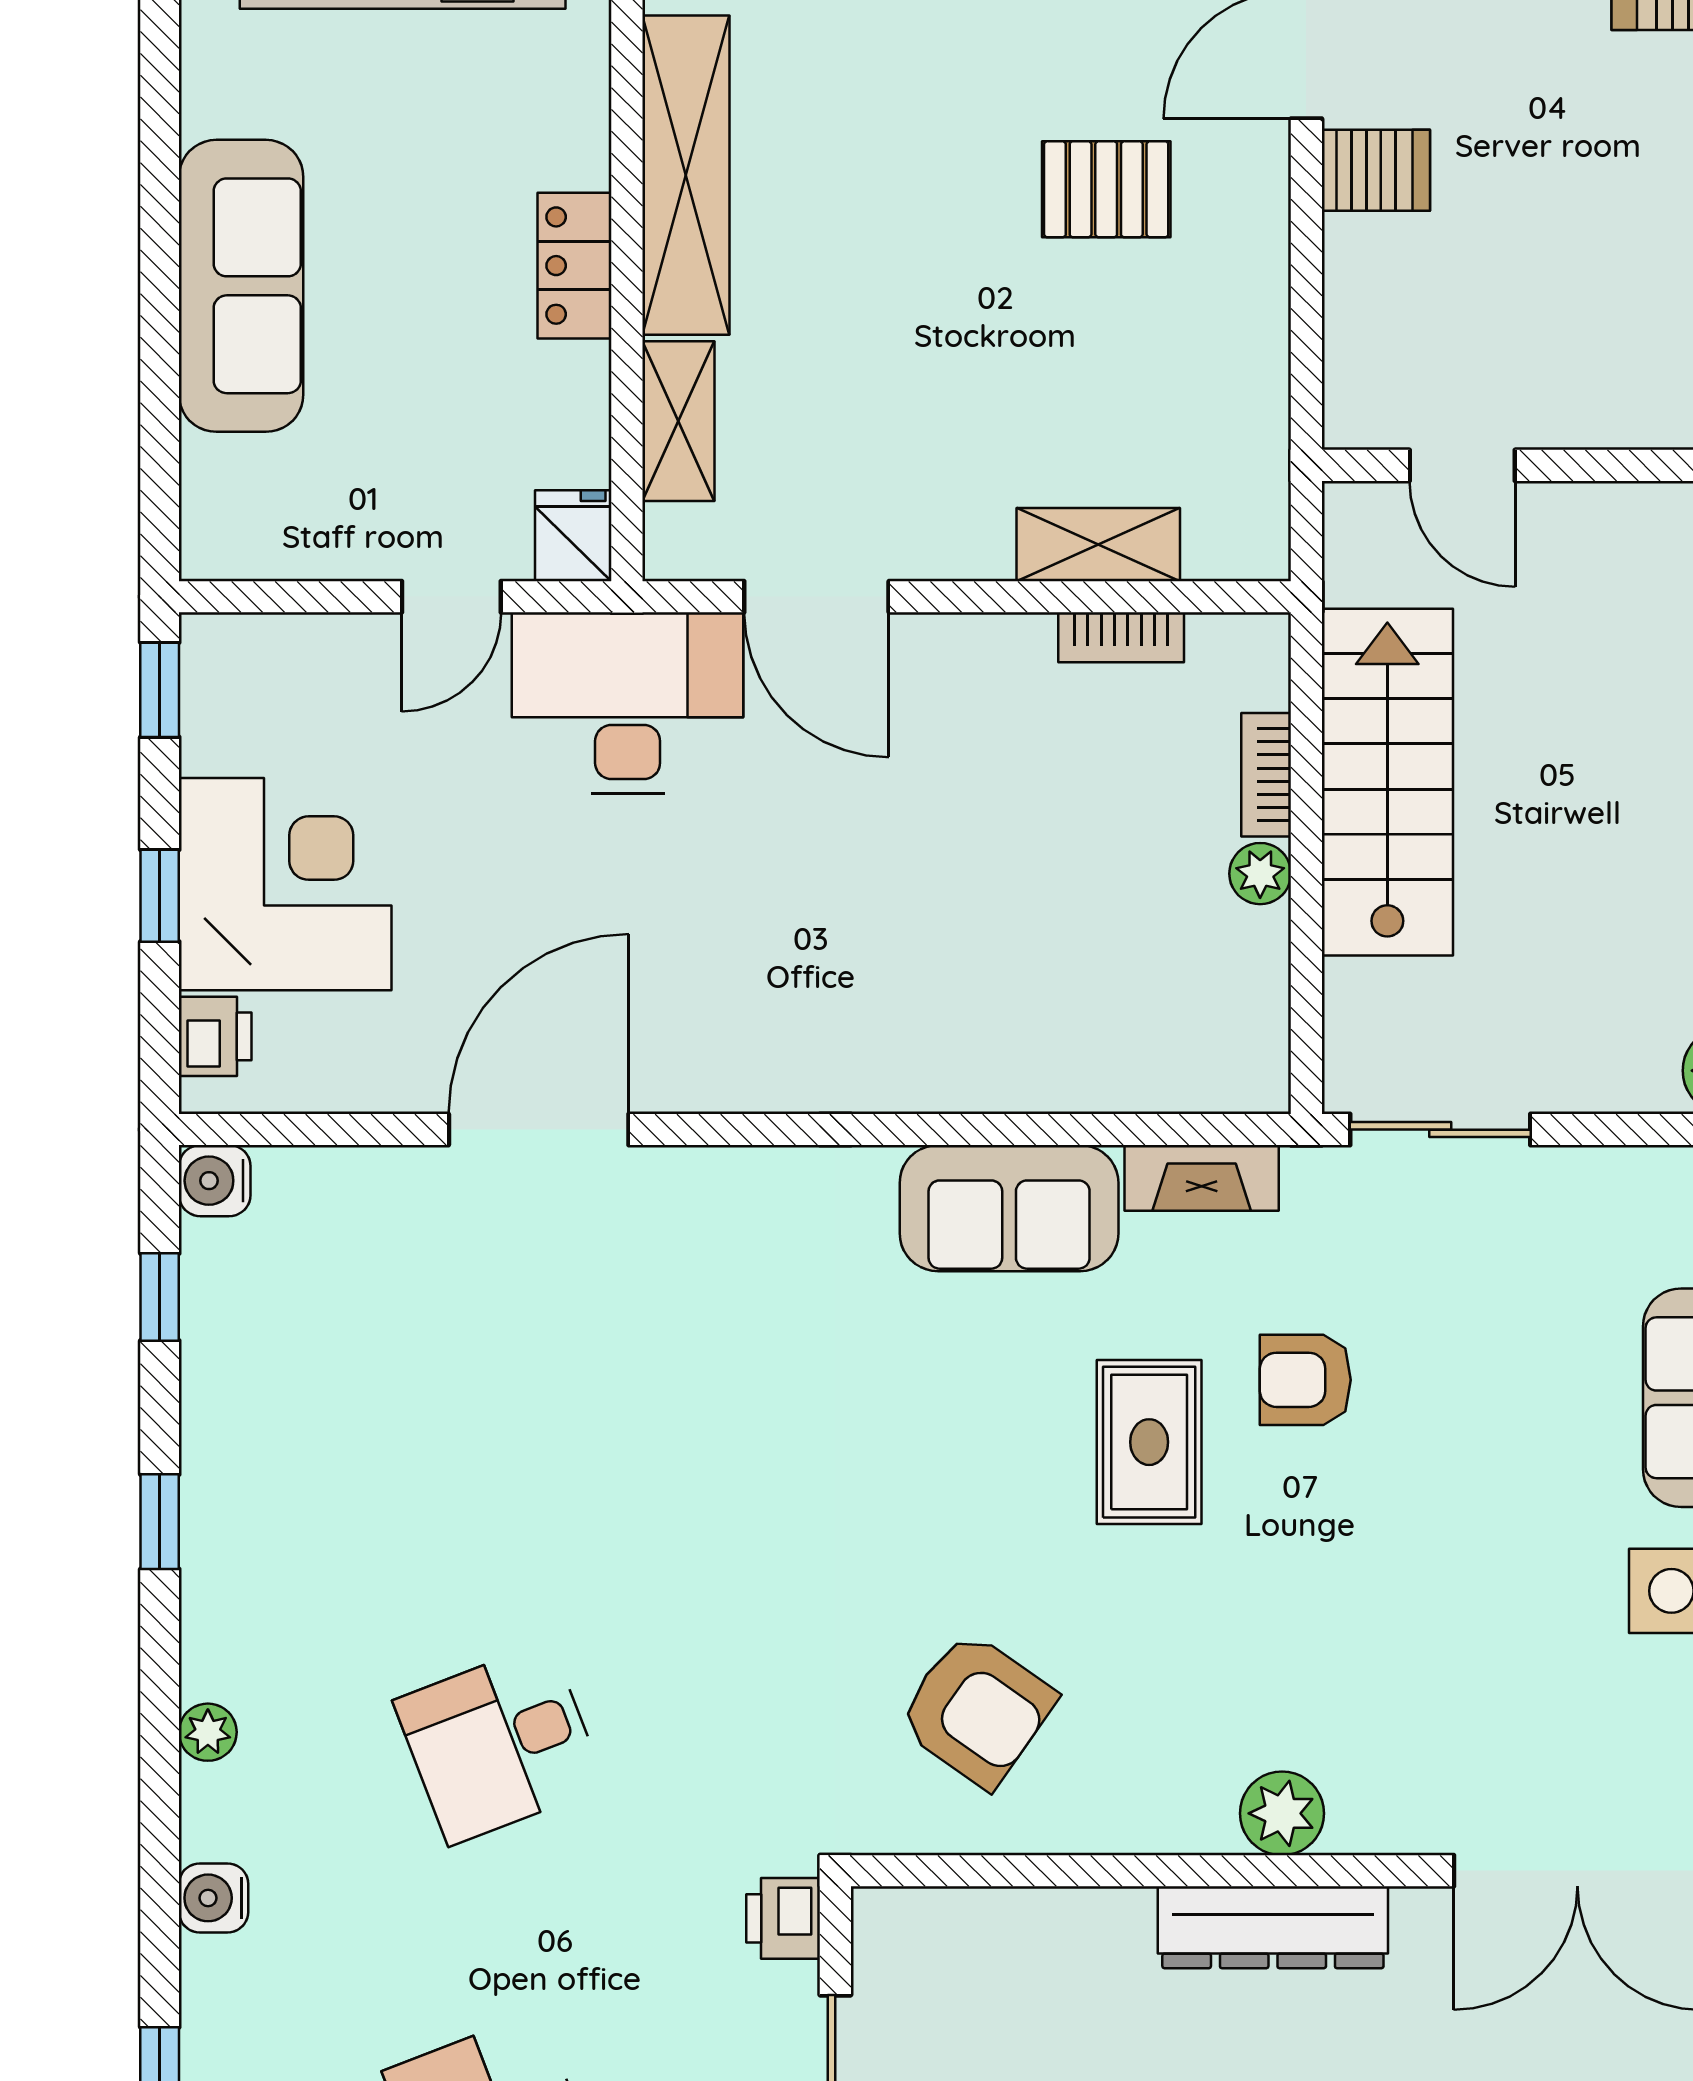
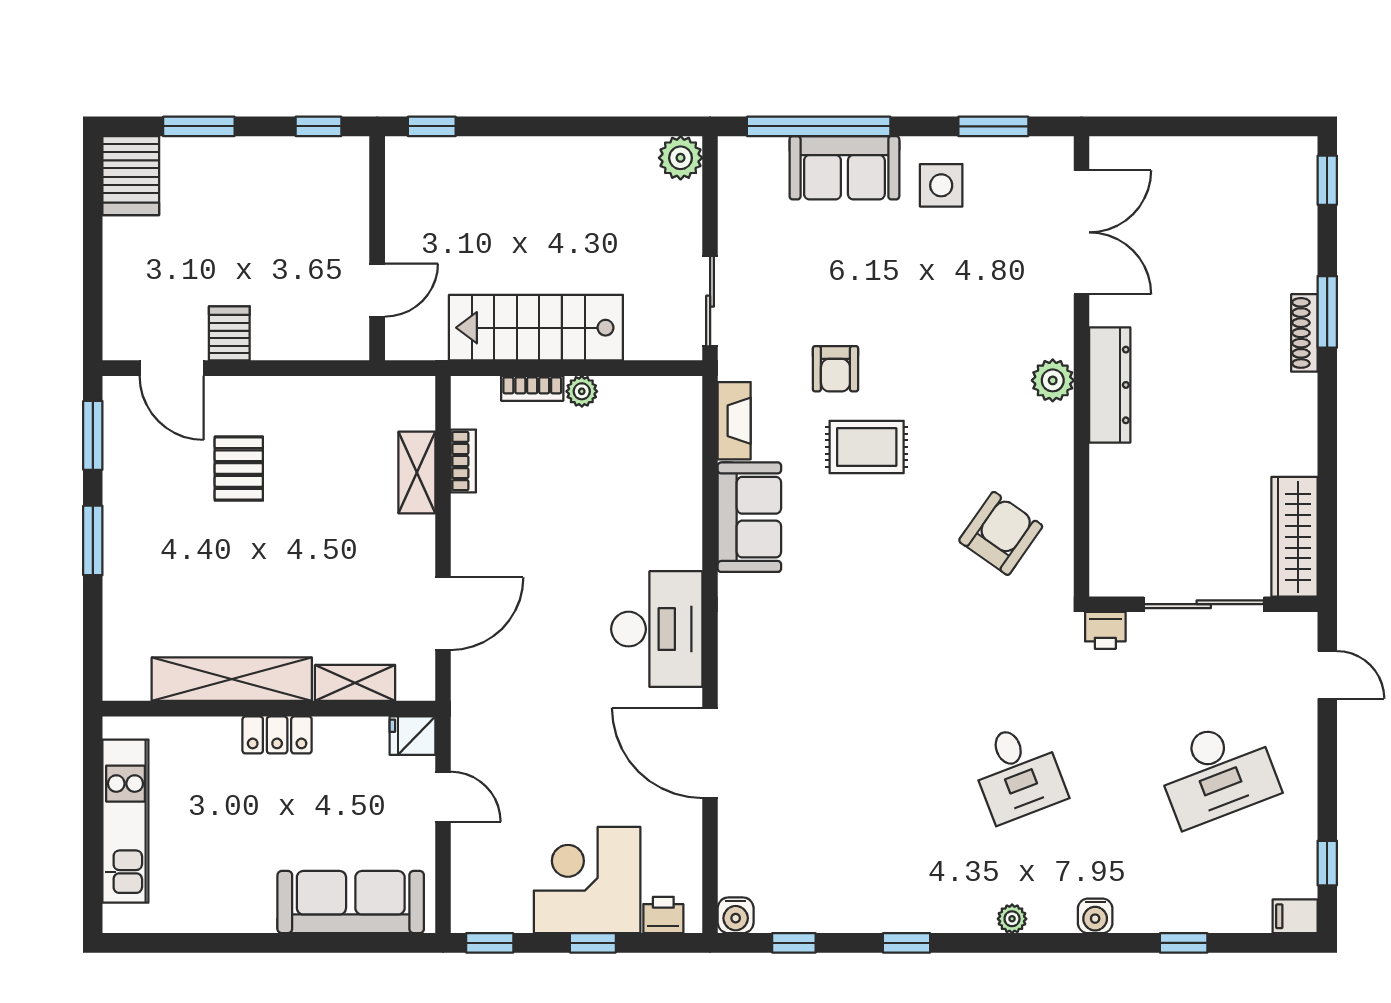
sofa: (241, 286) -> (351, 902), moved
desk: (628, 703) -> (657, 629), moved, turned 180

